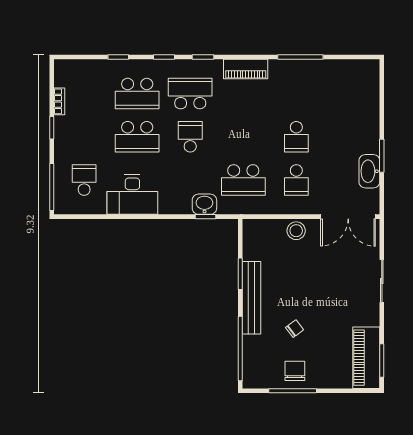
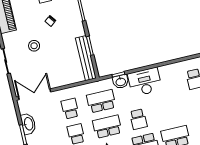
school desk: (137, 137) -> (107, 127), moved
desk: (132, 195) -> (145, 82), moved
stool: (296, 231) -> (34, 46), moved
bench: (252, 298) -> (86, 58), moved

